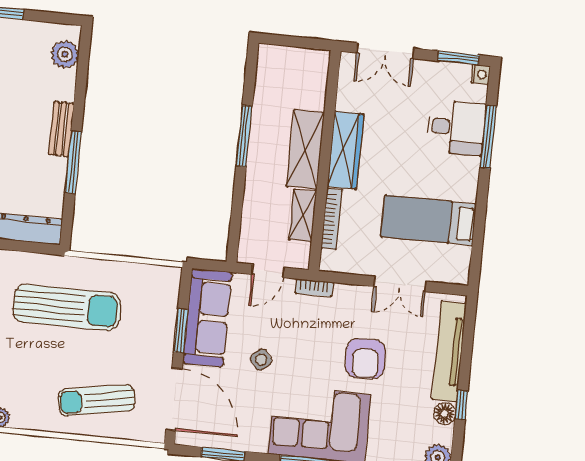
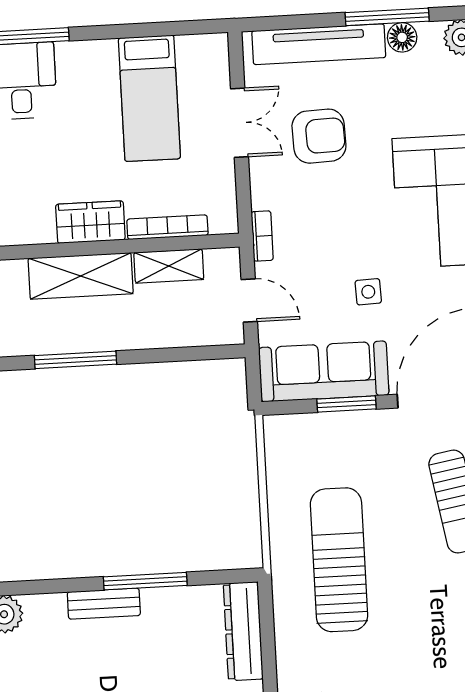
wardrobe: (345, 150) -> (90, 222), width x0.67
armchair: (365, 359) -> (319, 136), moved
side table: (261, 360) -> (368, 292), turned 37
window: (461, 405) -> (387, 17), width x2.17

